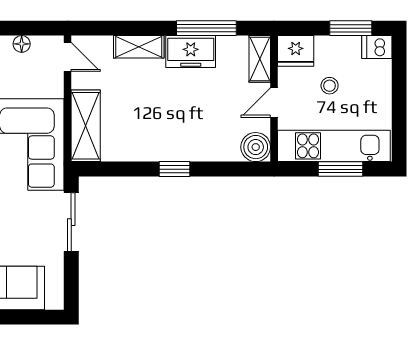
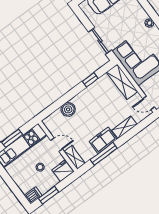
door: (274, 103) -> (57, 145), hinge flipped
boiler: (256, 147) -> (68, 109), moved
window: (175, 169) -> (90, 80), moved

